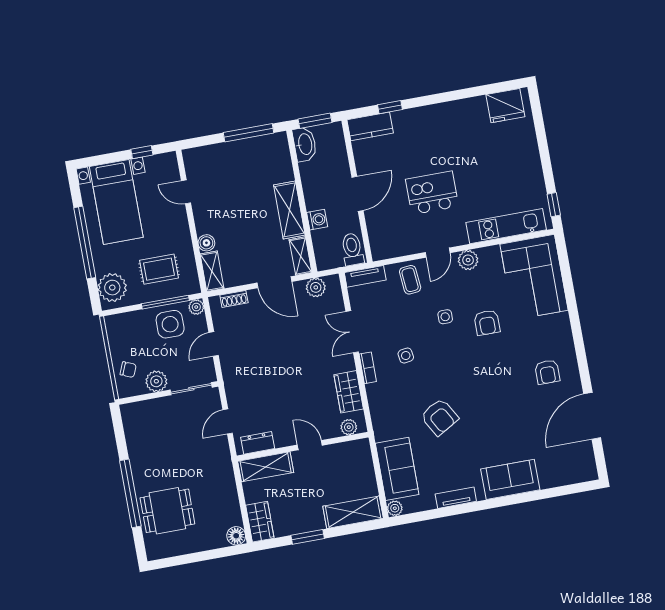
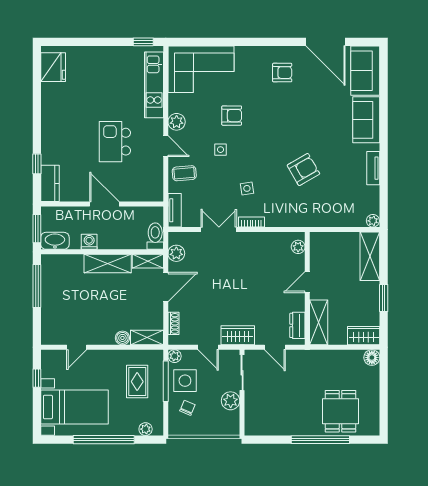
washing machine: (317, 220) -> (89, 242), moved
toilet: (352, 249) -> (155, 236), moved, turned 90
plant: (112, 288) -> (146, 429), width x0.53, depth x0.53
double door: (352, 332) -> (219, 230), swing flipped
chair: (128, 370) -> (187, 408), moved
wardrobe: (349, 392) -> (238, 335), moved, turned 180
sofa: (397, 469) -> (365, 71), moved, turned -90

